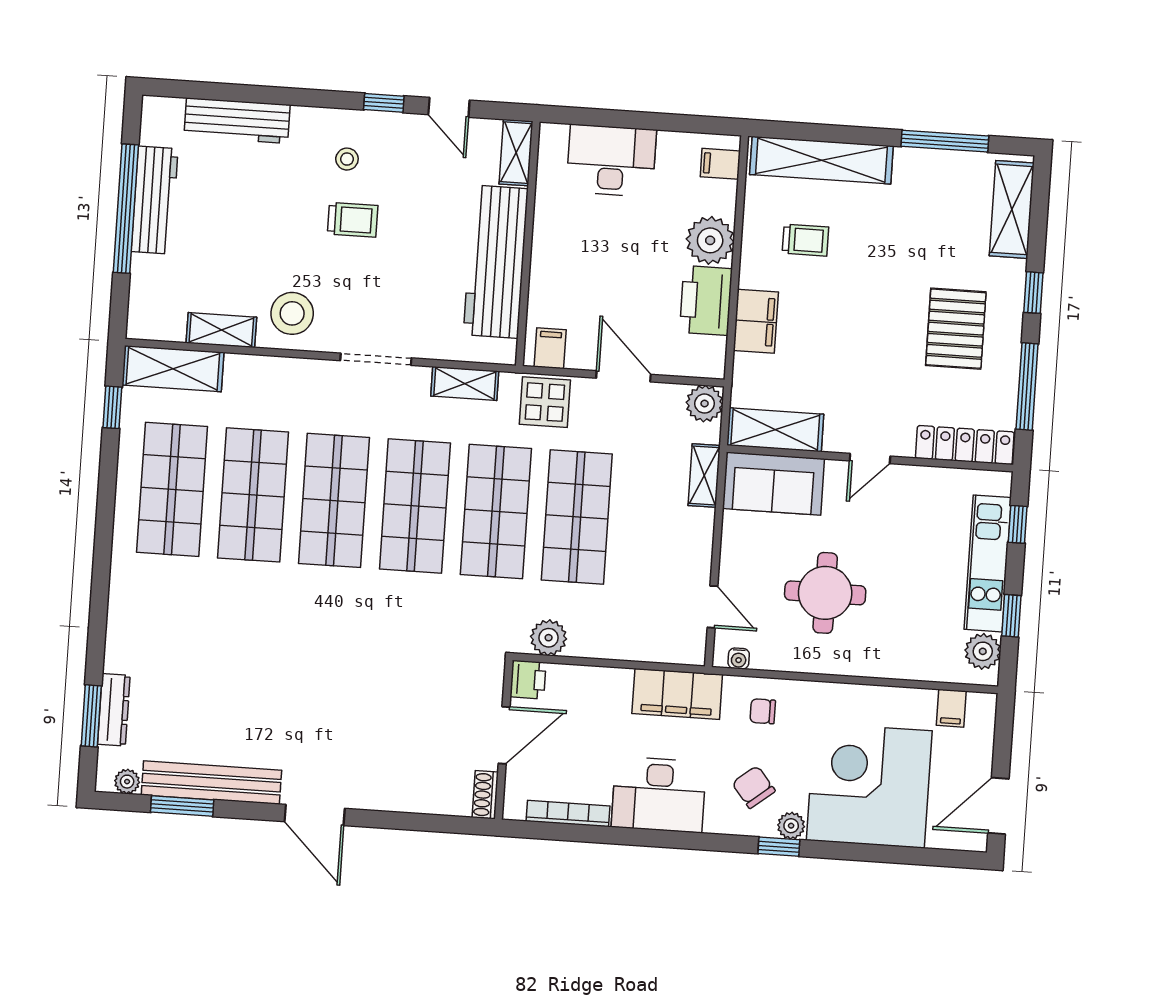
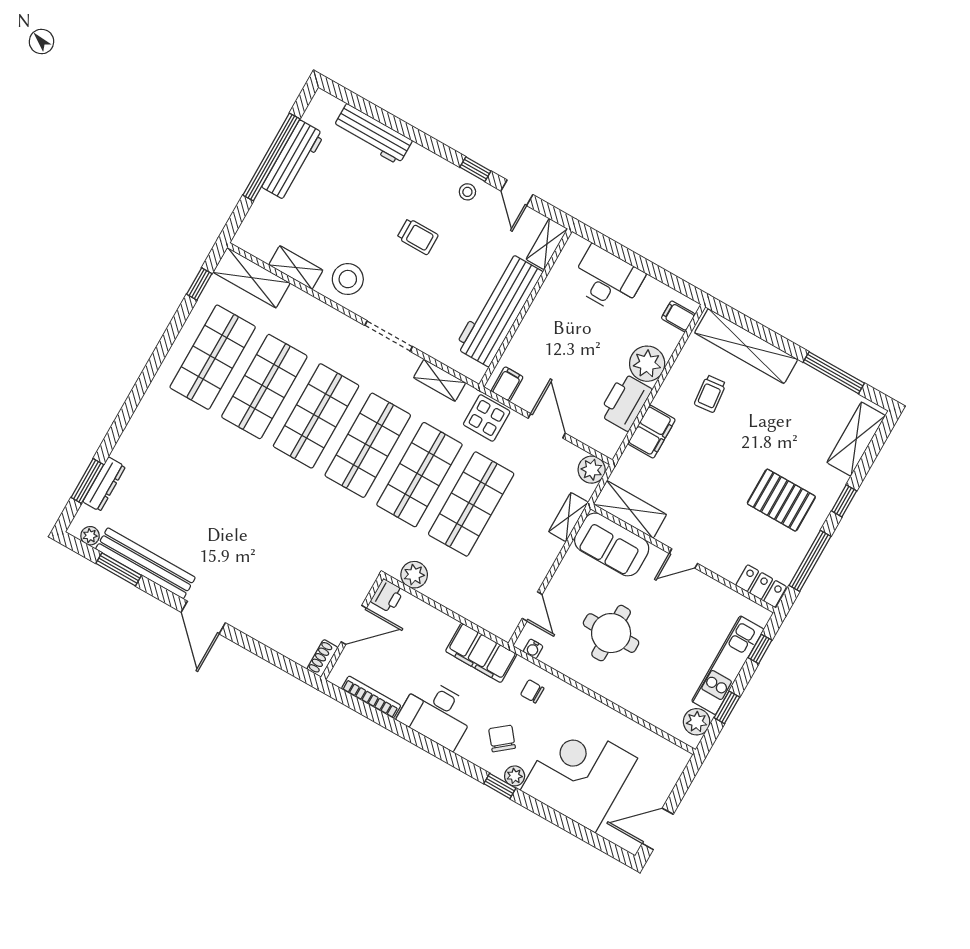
stool: (347, 159) -> (467, 192), moved
trolley: (805, 240) -> (710, 394), turned 84
pallet: (956, 329) -> (781, 500), turned 90
locker: (965, 445) -> (761, 586), width x0.66
filing cabinet: (951, 708) -> (658, 749), removed

